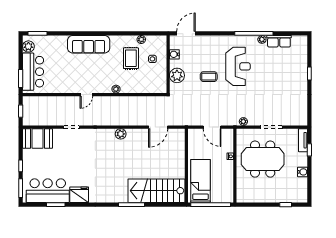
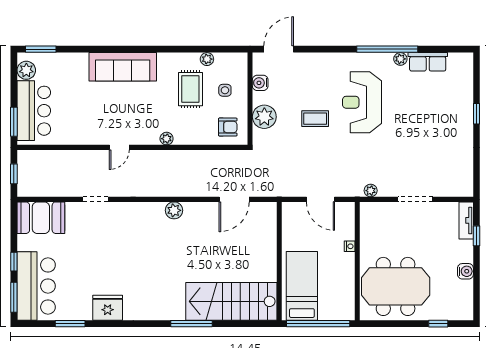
reception desk: (238, 66) -> (362, 102), turned 180
armchair: (154, 82) -> (228, 127), added
meeting table: (263, 159) -> (396, 286), moved
bar counter: (48, 191) -> (36, 286), moved, turned 90

